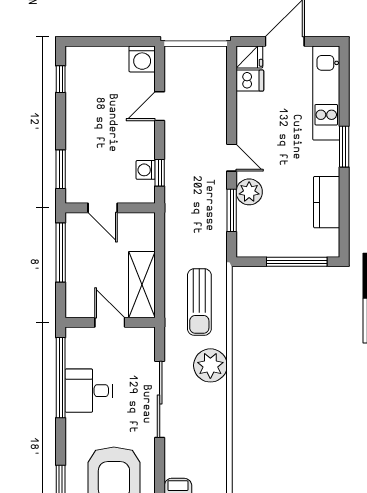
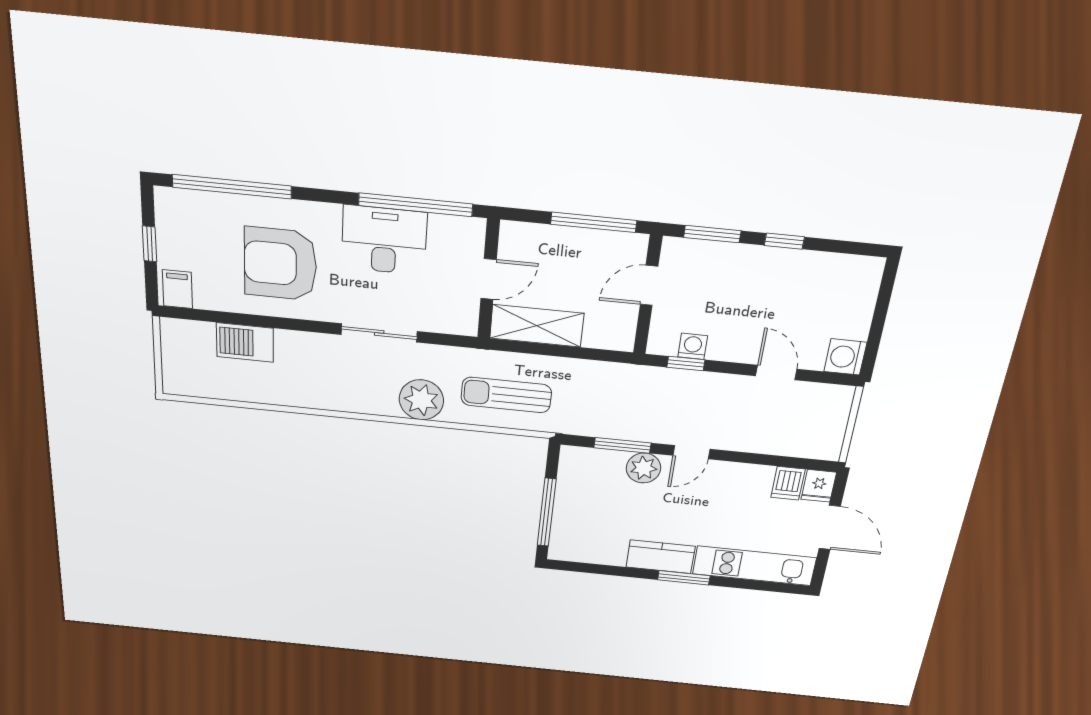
window: (61, 79) -> (784, 241), moved
kitchen counter: (327, 202) -> (660, 557), moved
desk: (89, 391) -> (384, 240), width x1.37
sliding door: (160, 399) -> (379, 333), width x0.73

